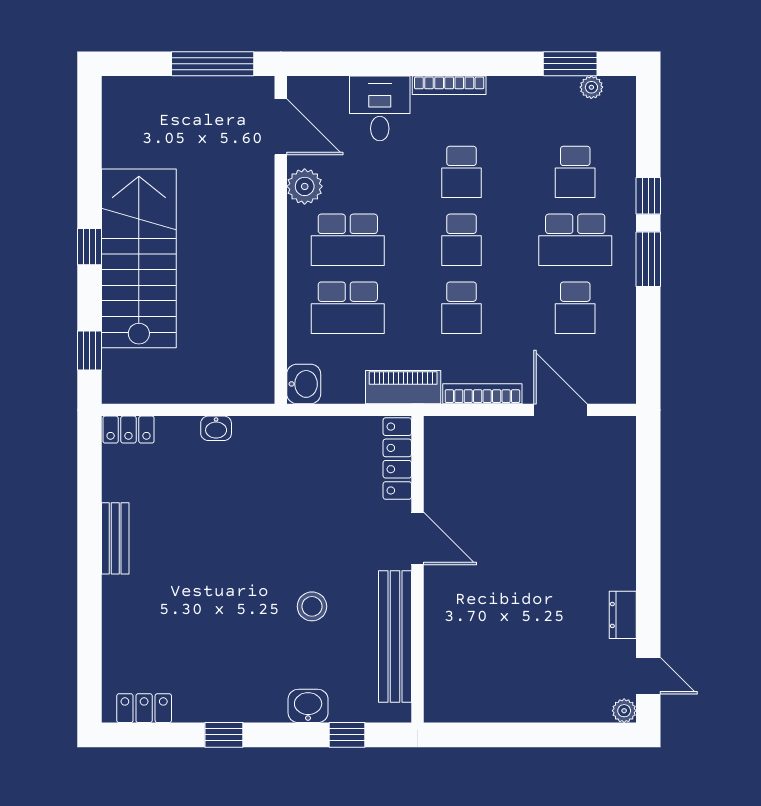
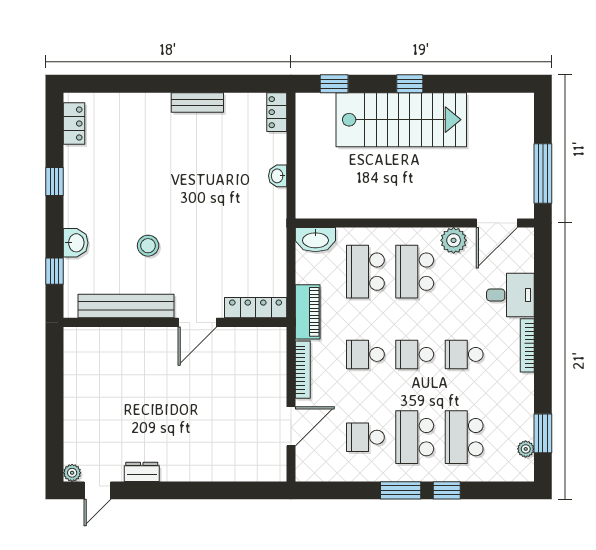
school desk: (575, 172) -> (464, 437), width x1.85
washbasin: (304, 384) -> (315, 240), width x1.38

